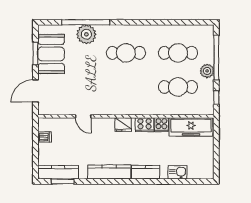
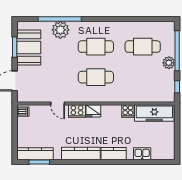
cafe table: (178, 87) -> (96, 77), moved
cooker: (145, 125) -> (77, 111), moved
dishwasher: (45, 137) -> (23, 112), moved

